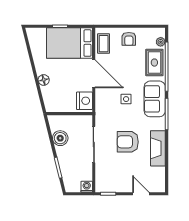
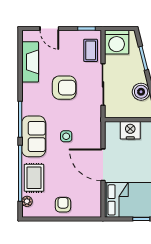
coffee table: (104, 44) -> (91, 50), moved
nightstand: (84, 101) -> (130, 130), moved, turned 90
fireplace: (158, 148) -> (30, 62), moved
washing machine: (87, 187) -> (117, 42), width x1.89, depth x1.89

